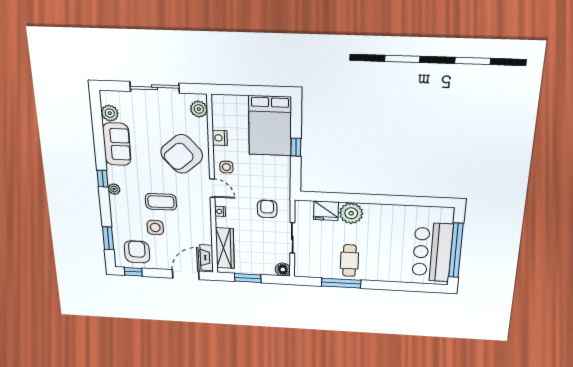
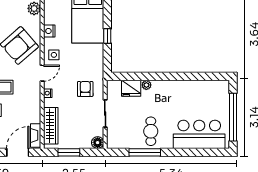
door: (212, 188) -> (42, 73), hinge flipped
plant: (351, 213) -> (146, 85), width x0.53, depth x0.53
bar counter: (432, 252) -> (199, 134), moved, turned 90

